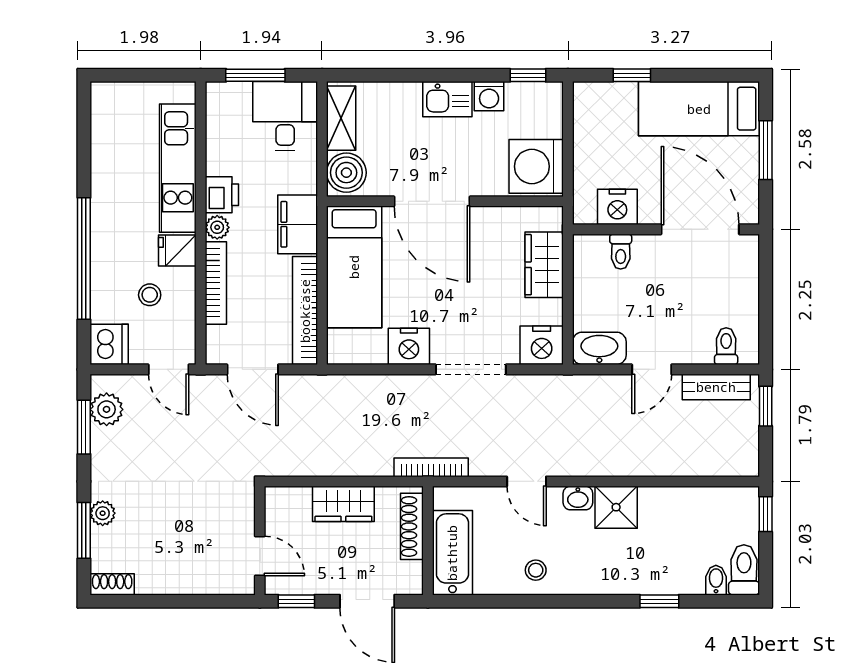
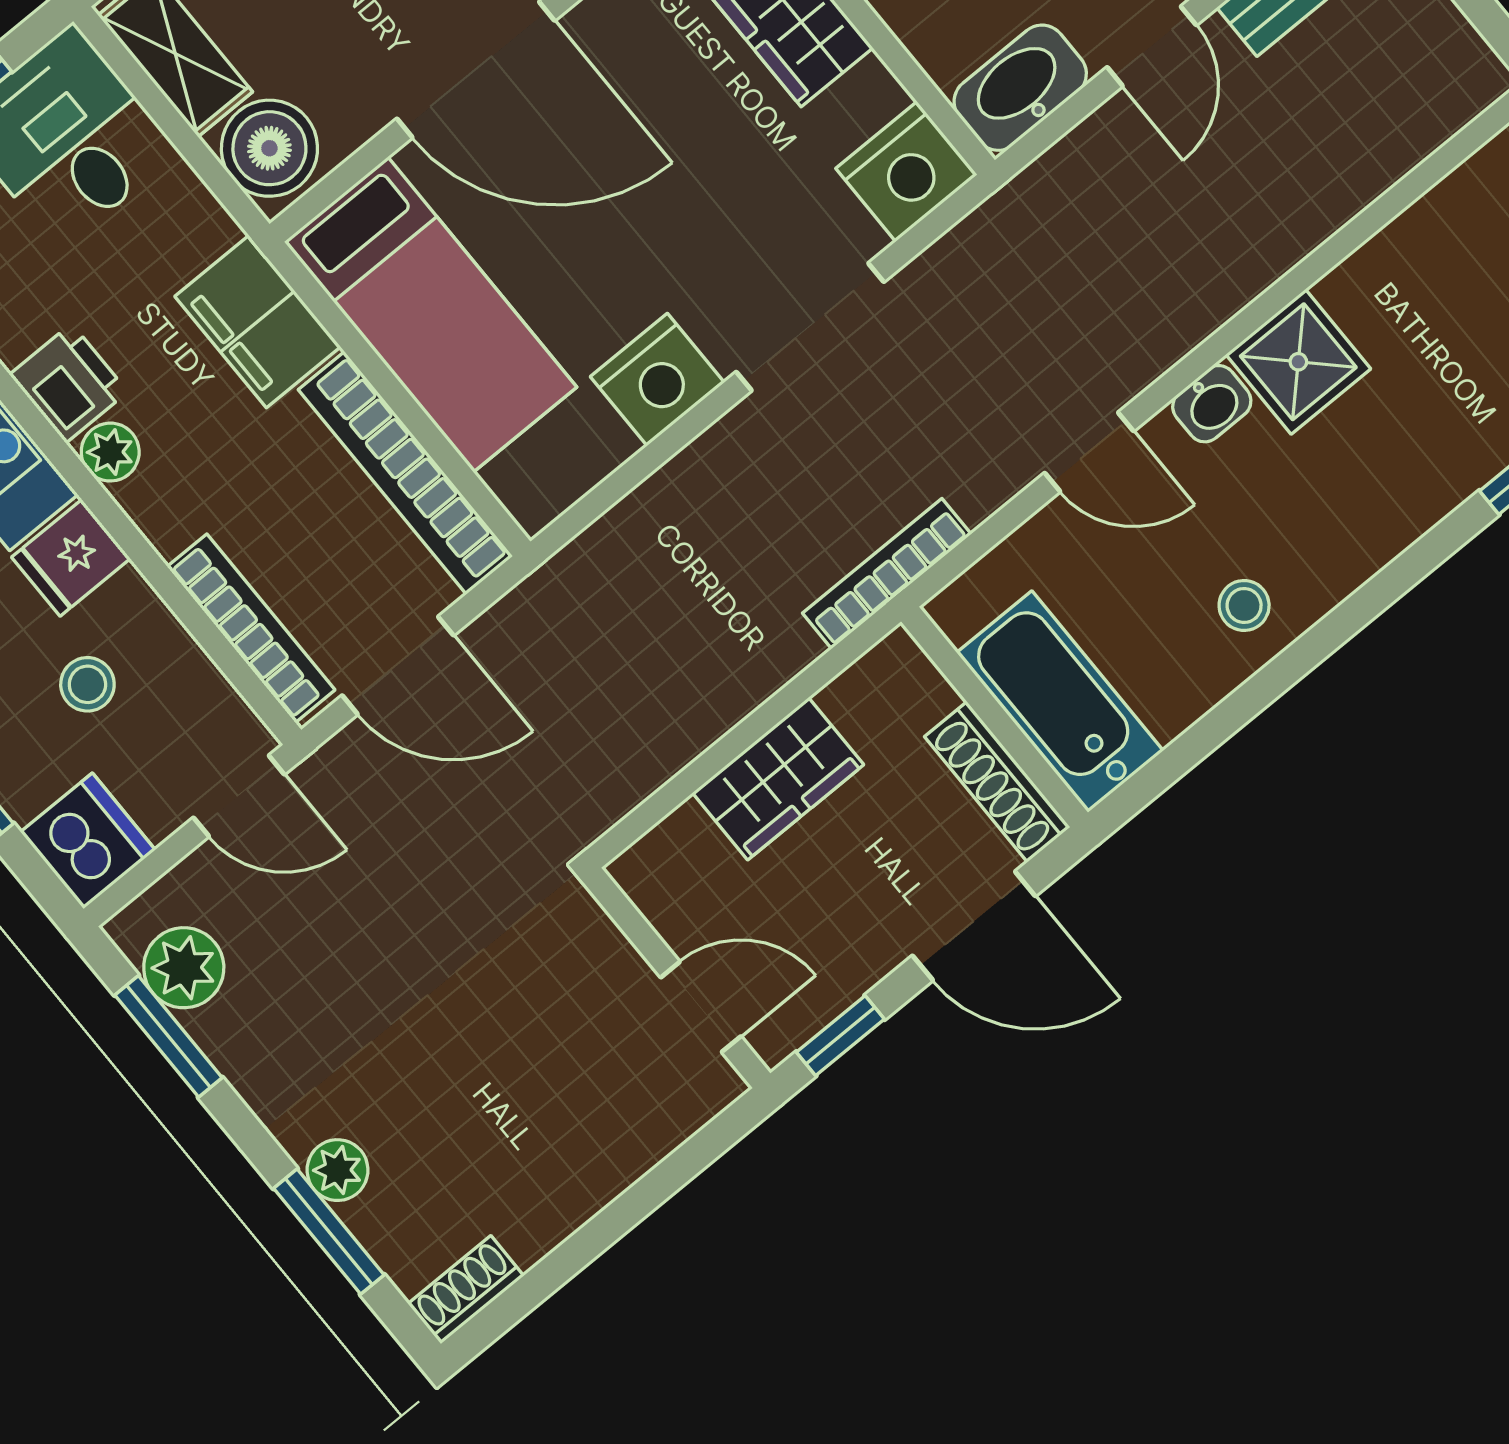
bookcase: (216, 283) -> (251, 628), moved
shoe rack: (412, 526) -> (997, 782), moved

